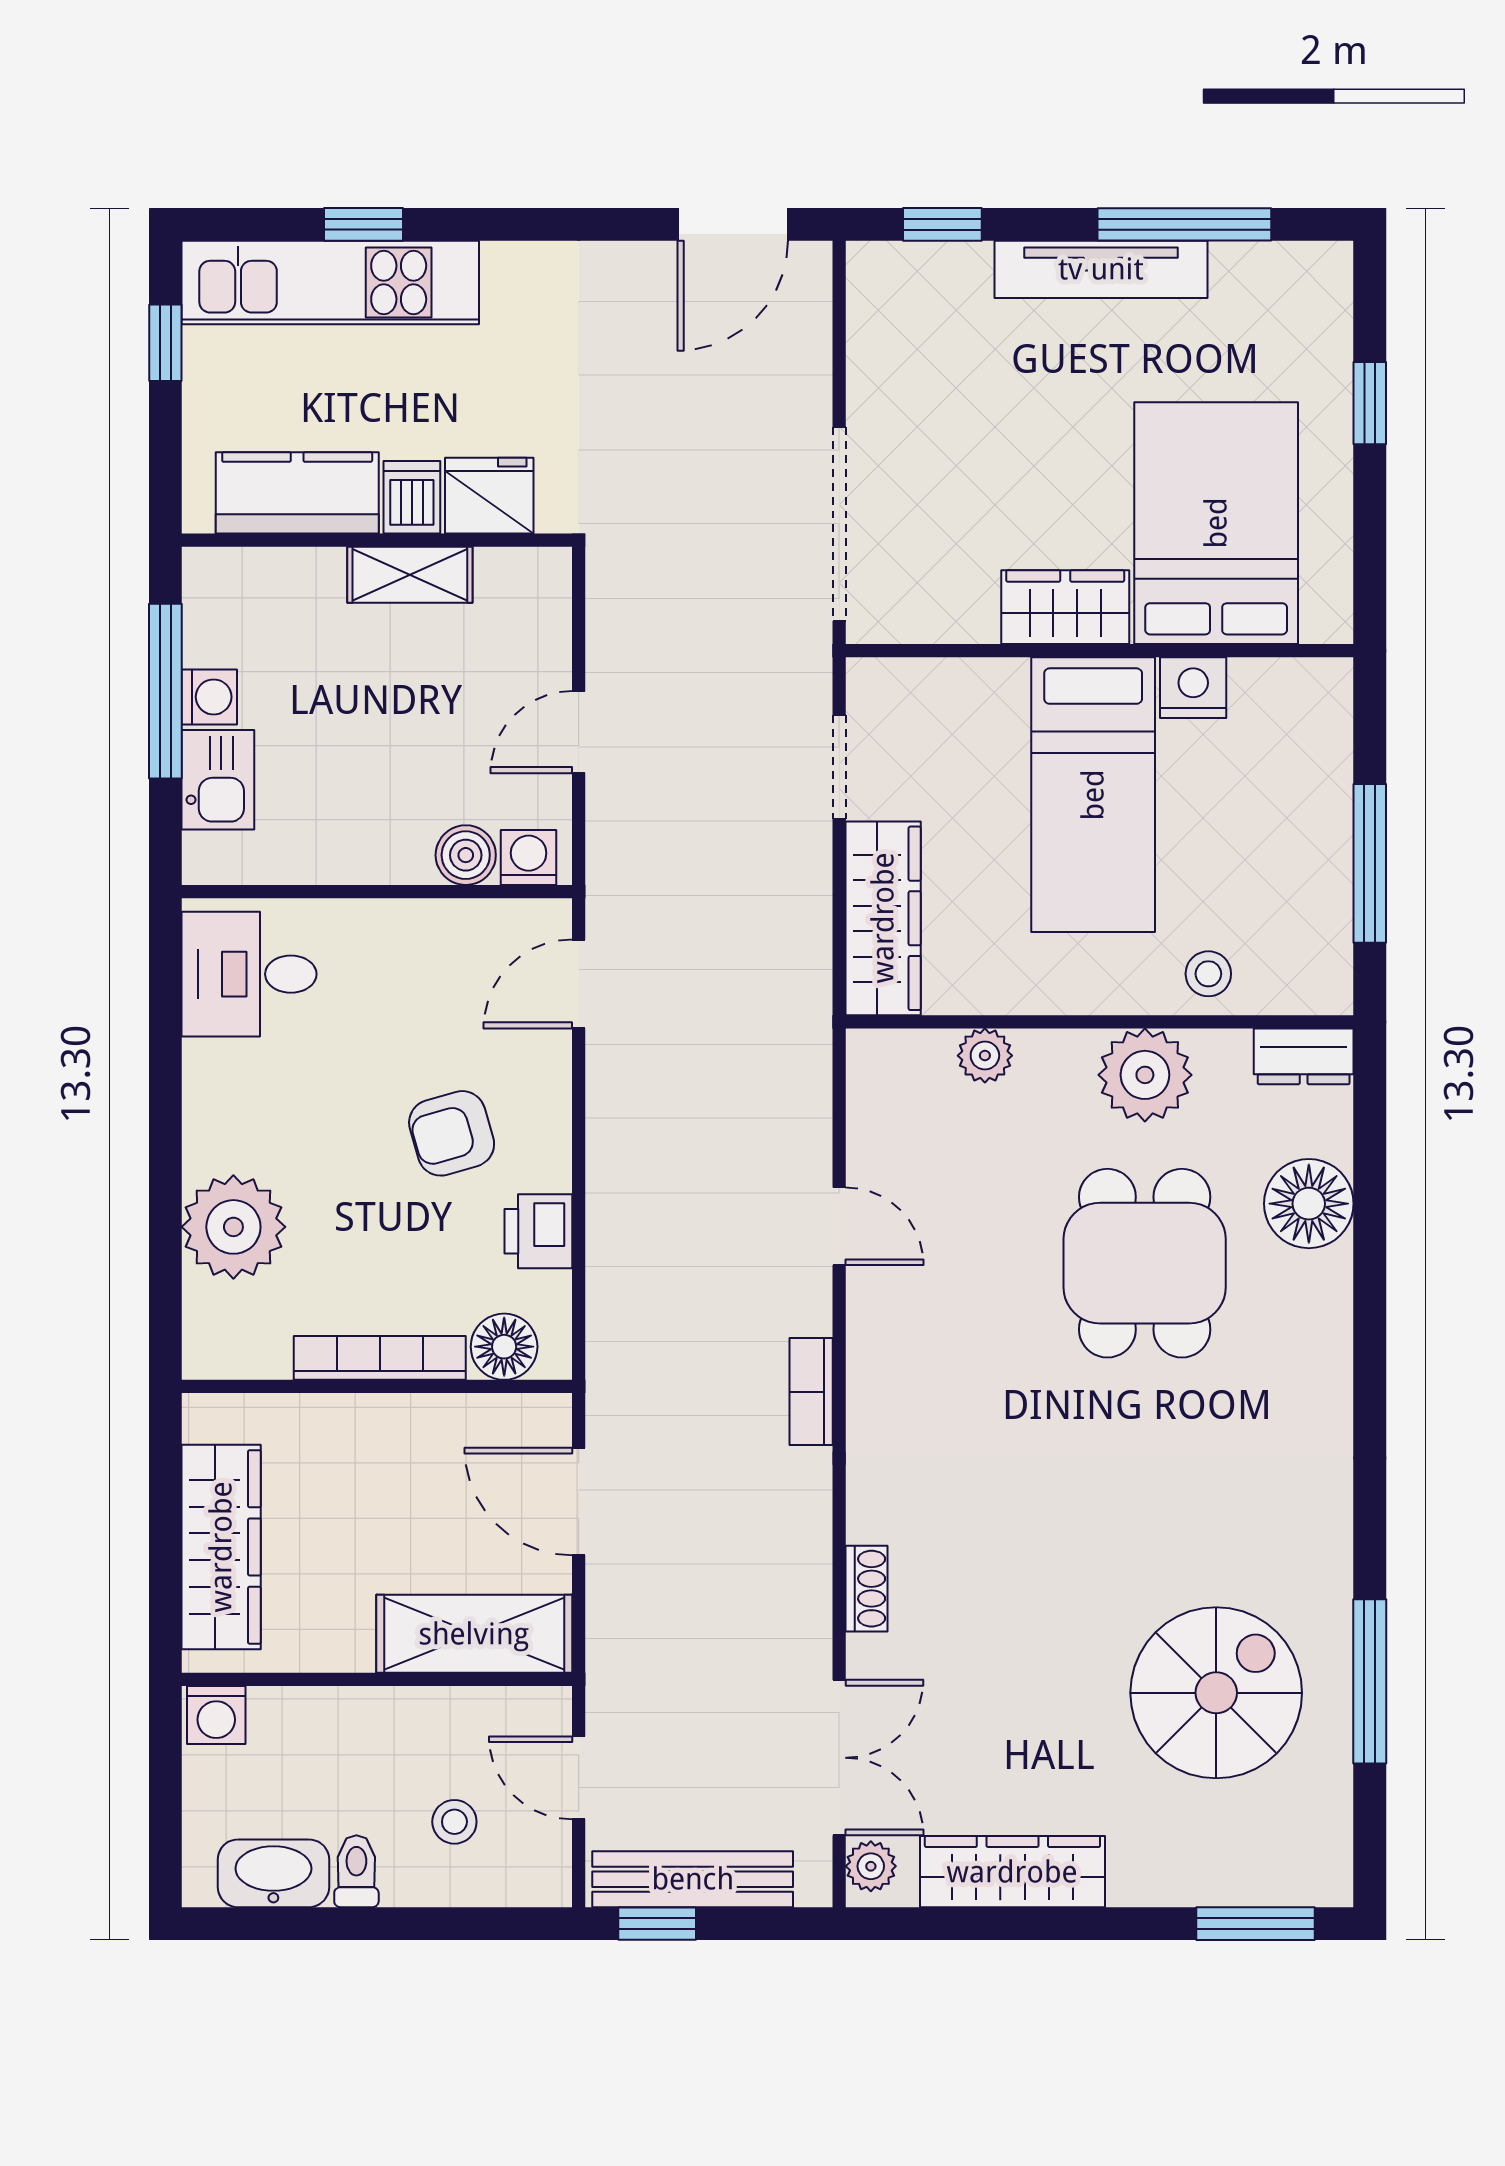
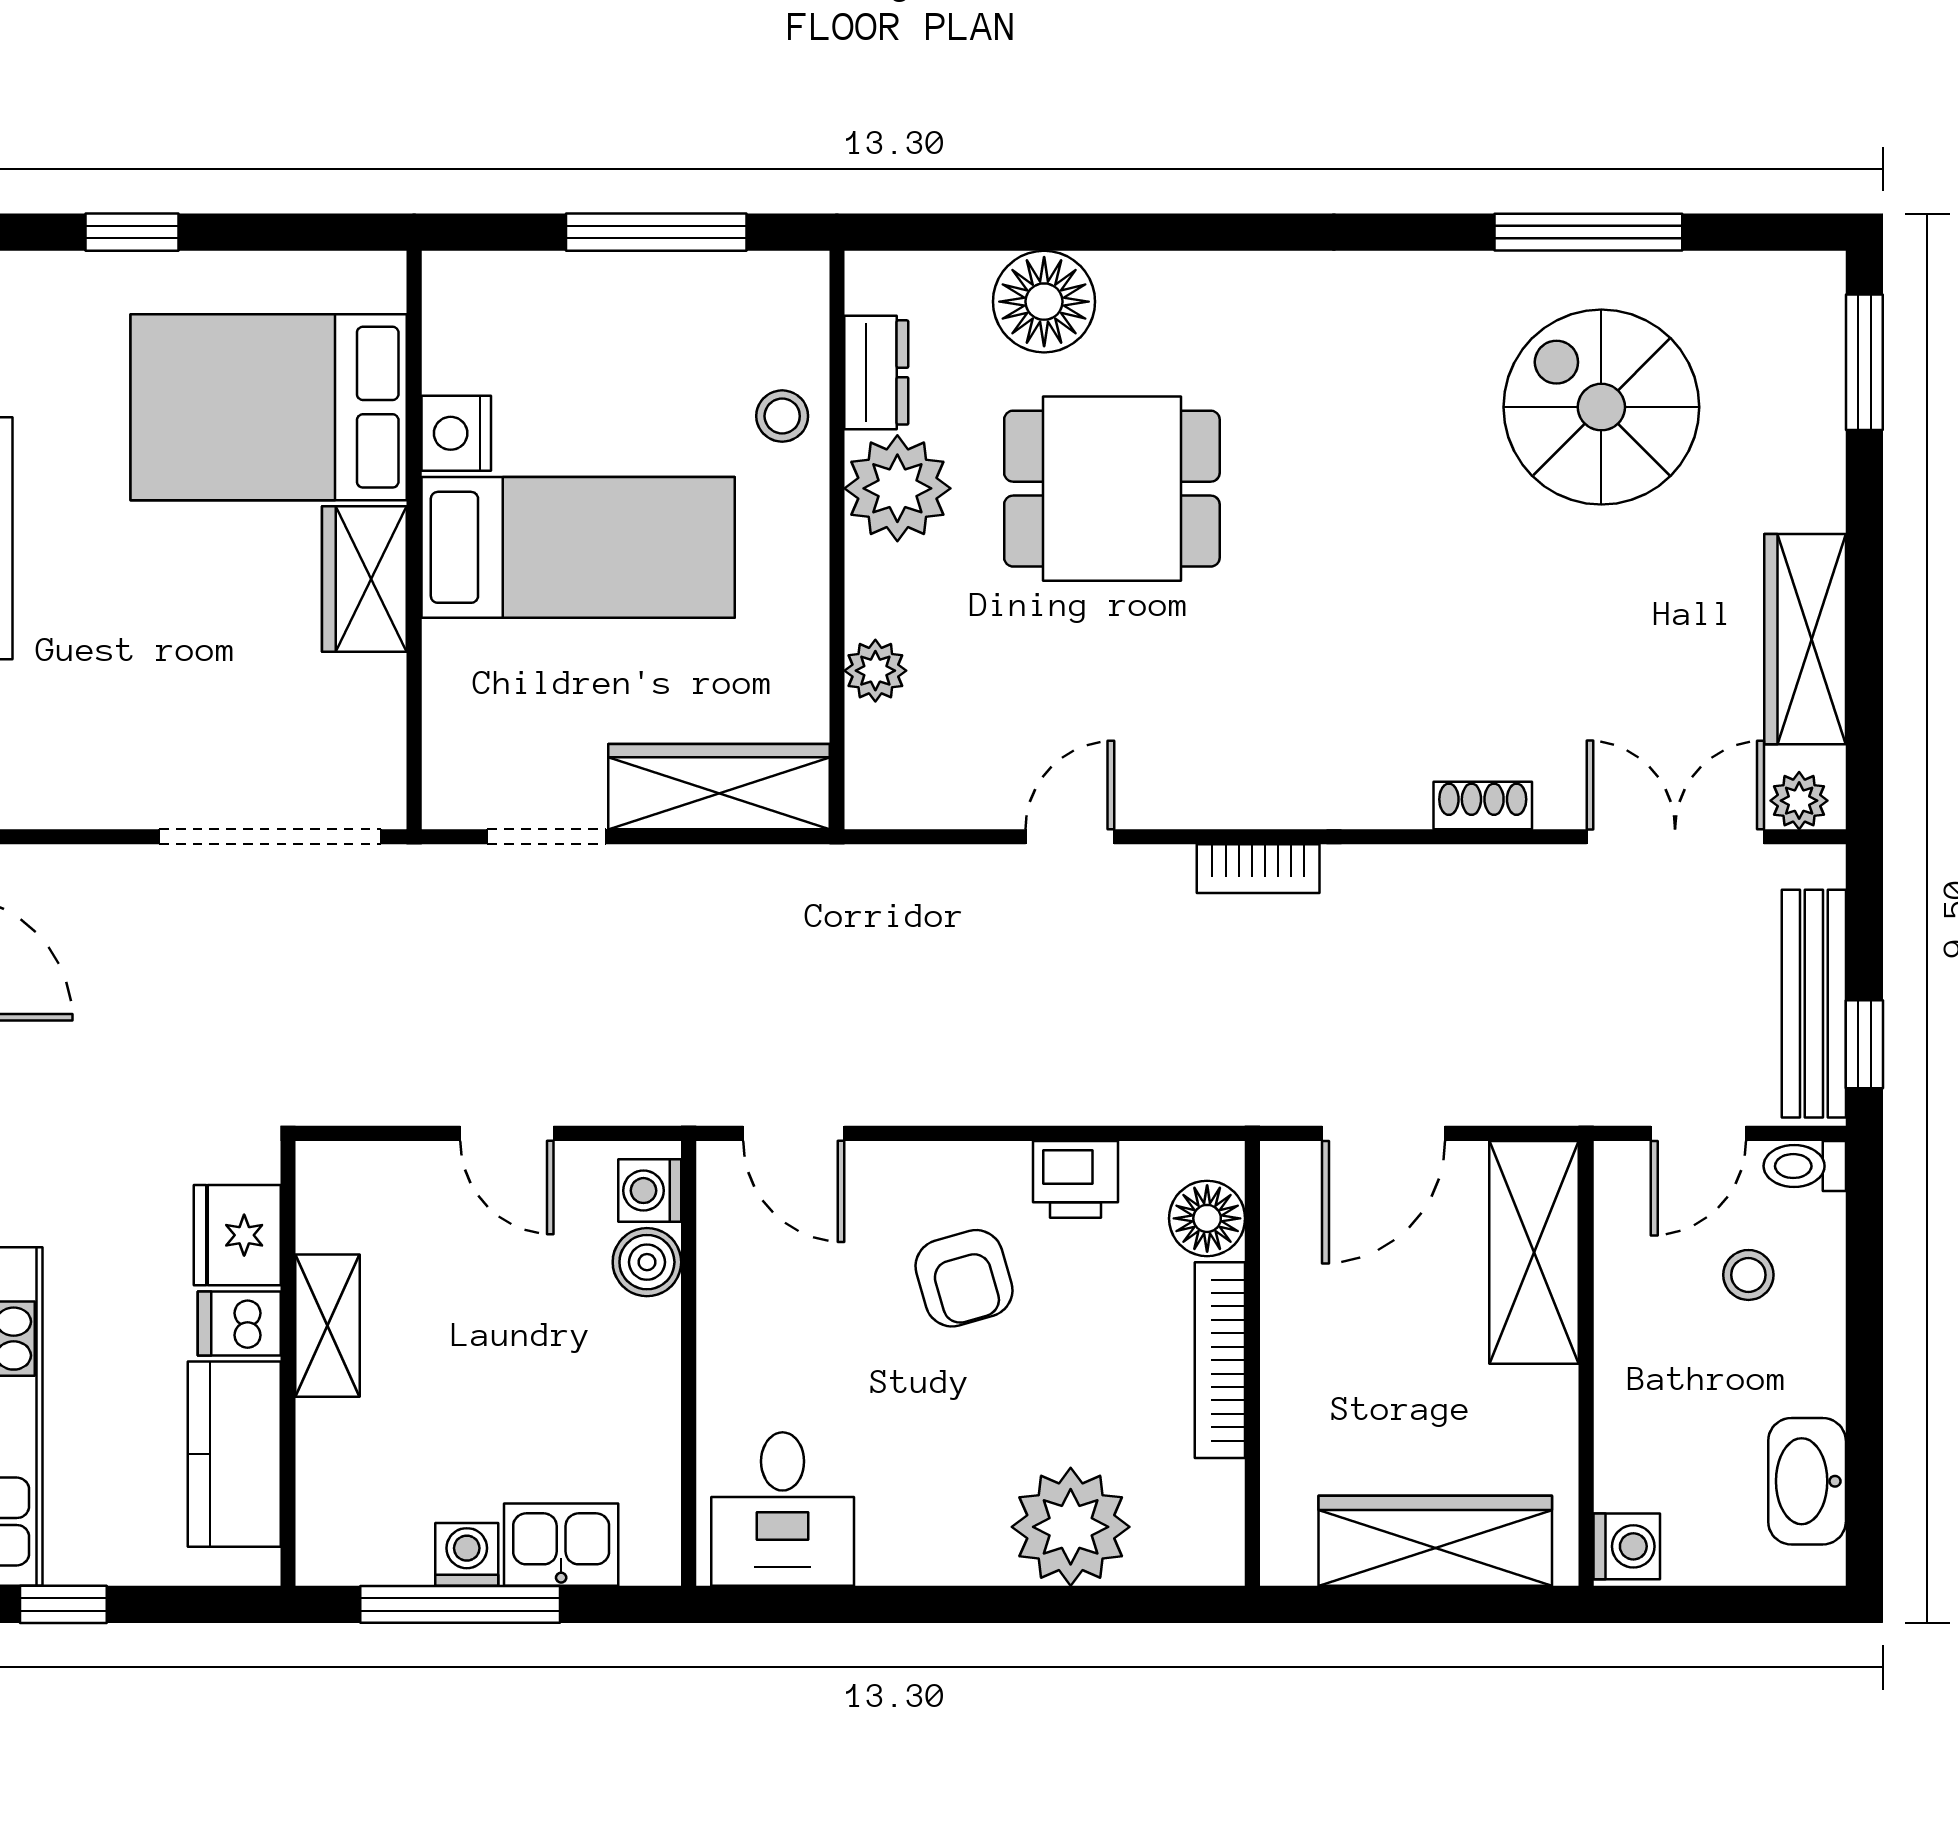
dresser: (1304, 1056) -> (876, 372), moved
toilet: (356, 1871) -> (1805, 1166), moved

